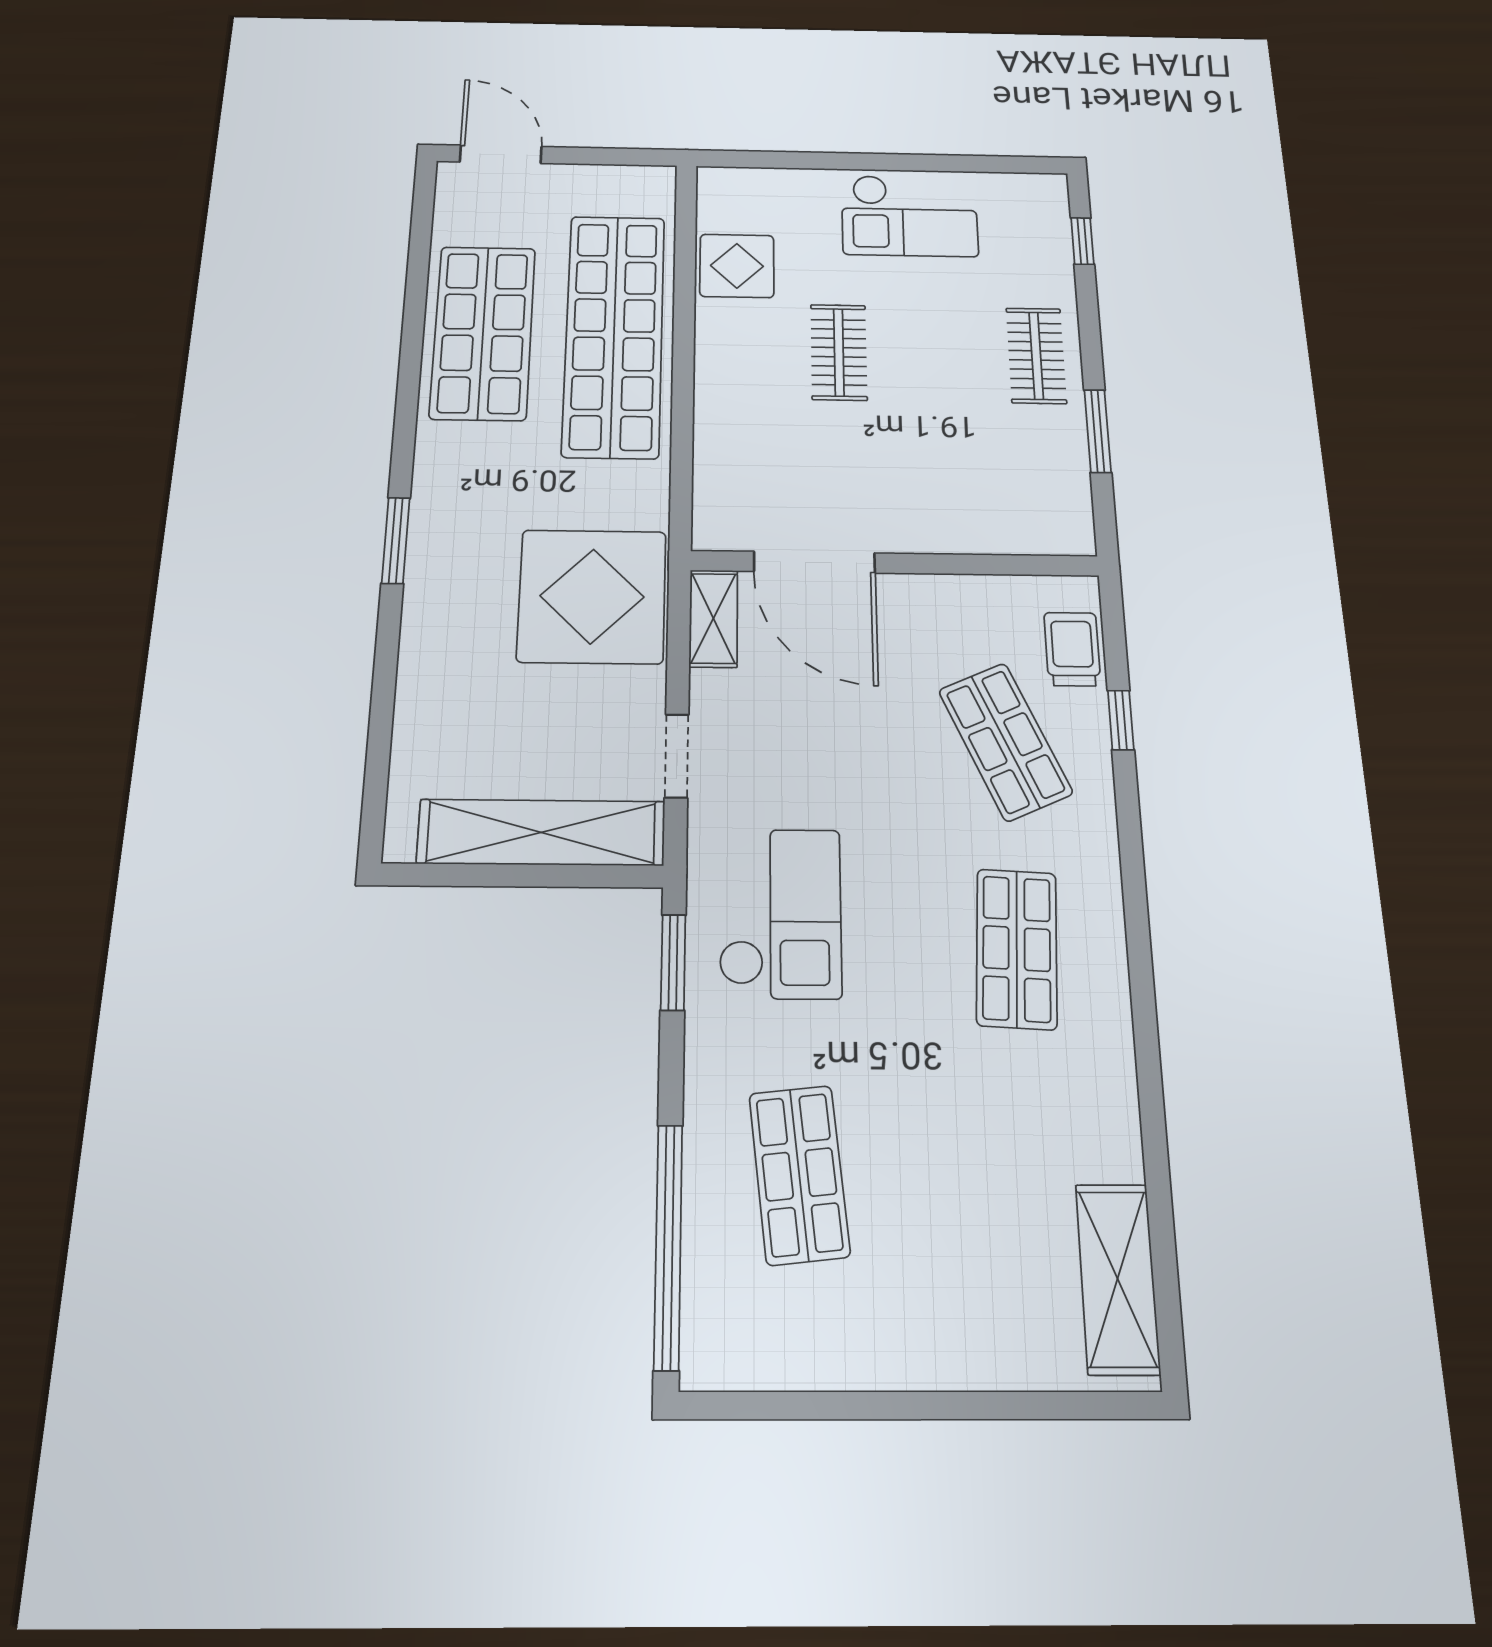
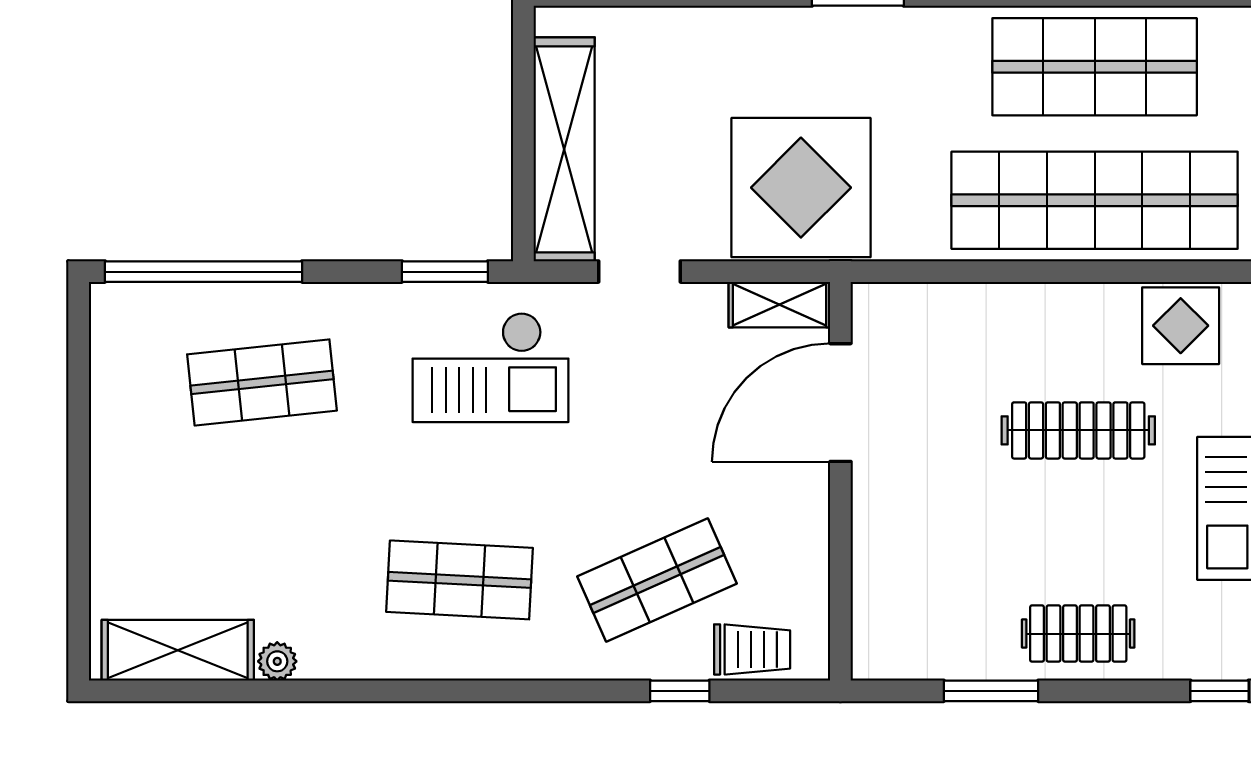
clothes rail: (839, 352) -> (1078, 430), width x1.36
plant: (1122, 1157) -> (277, 661), added

